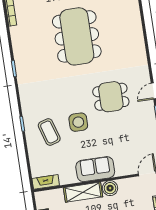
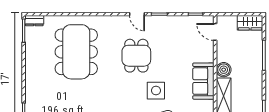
dining table: (77, 36) -> (76, 52), moved, turned 90

